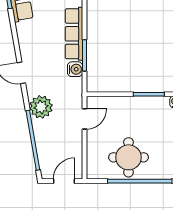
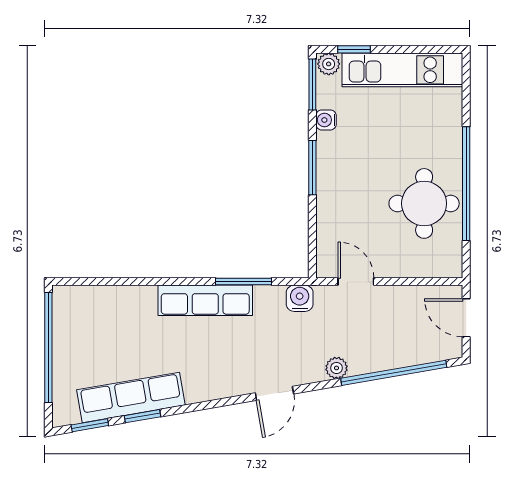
water cooler: (75, 69) -> (300, 298), moved
plant: (41, 107) -> (336, 368), width x0.53, depth x0.53

